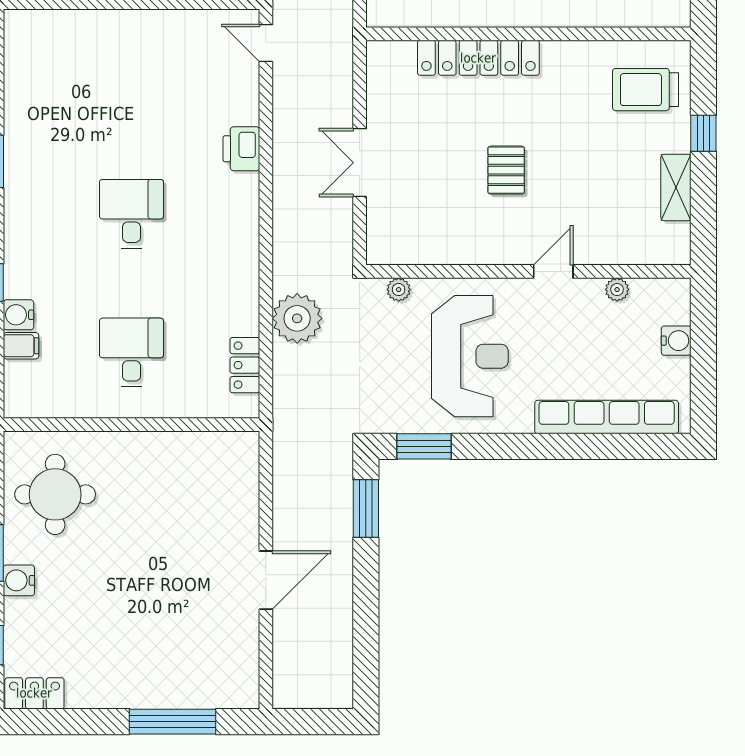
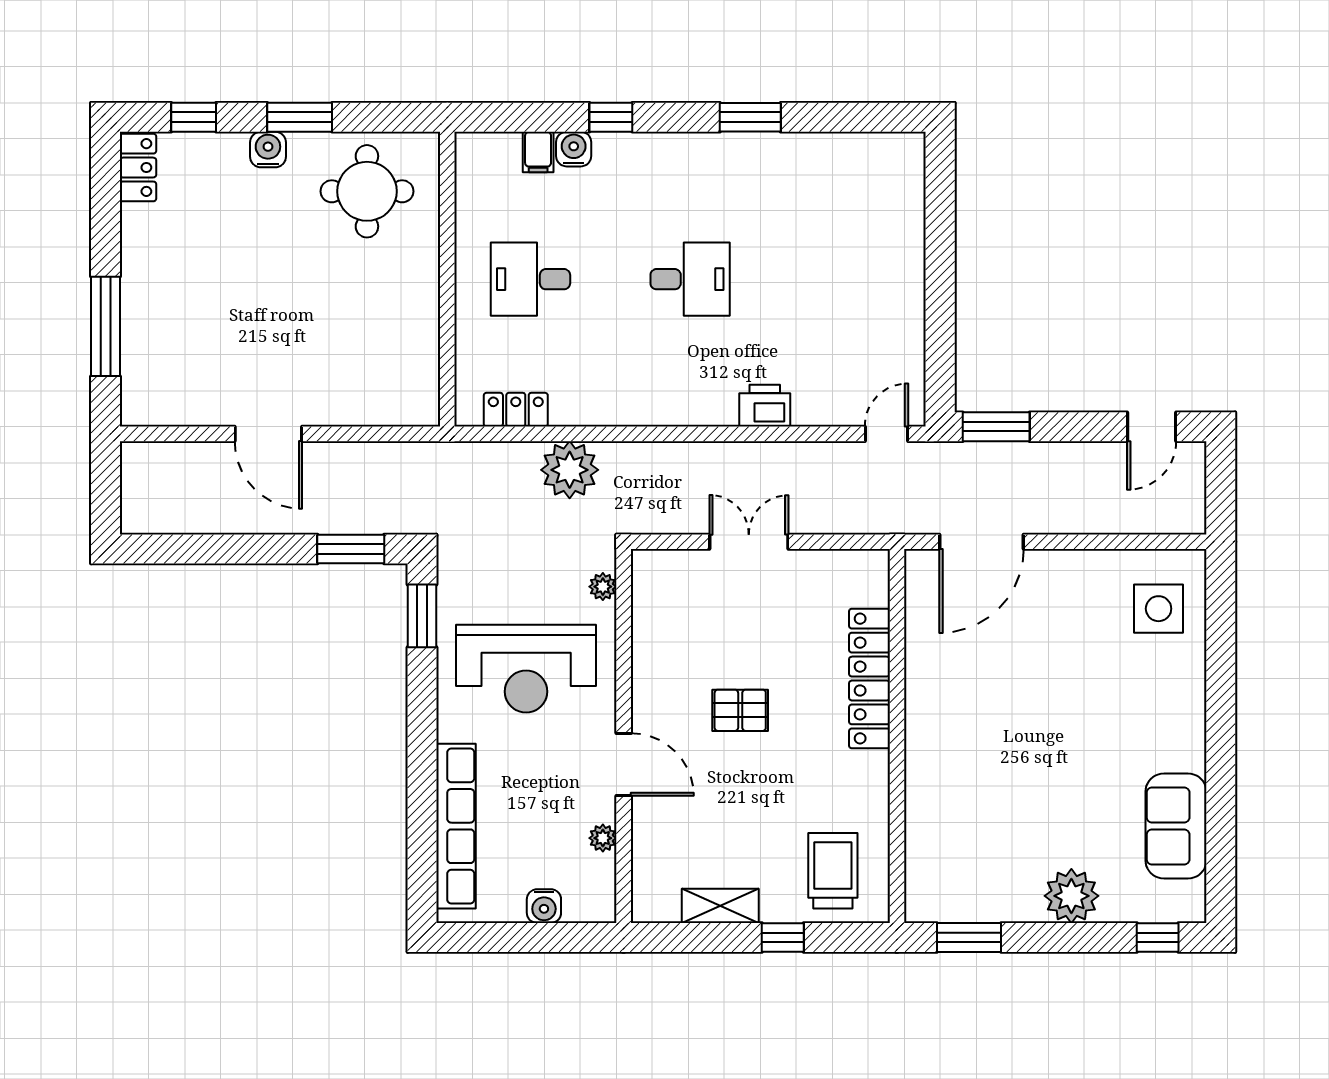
door: (553, 271) -> (624, 765), width x1.38
desk: (131, 352) -> (530, 279), turned 180

